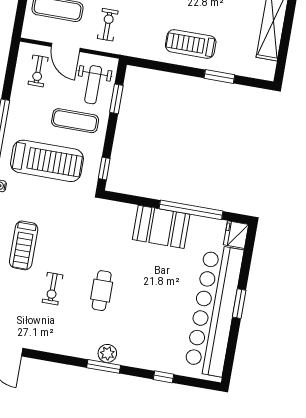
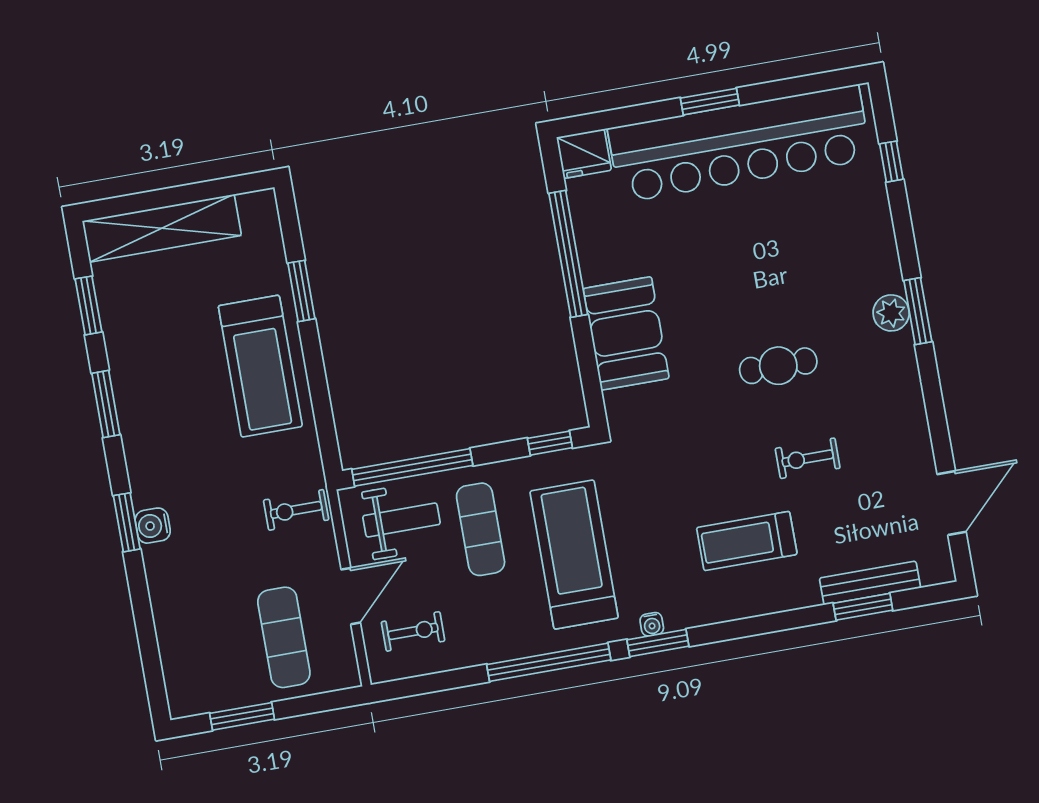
exercise bike: (108, 25) -> (296, 510), moved
treadmill: (191, 44) -> (260, 366), width x1.37, depth x1.38
window: (116, 99) -> (412, 467), width x2.11
booth: (161, 227) -> (626, 333), moved
treadmill: (24, 245) -> (747, 541), turned 180
exercise bike: (53, 289) -> (808, 458), turned 180
window: (163, 377) -> (891, 162), moved

